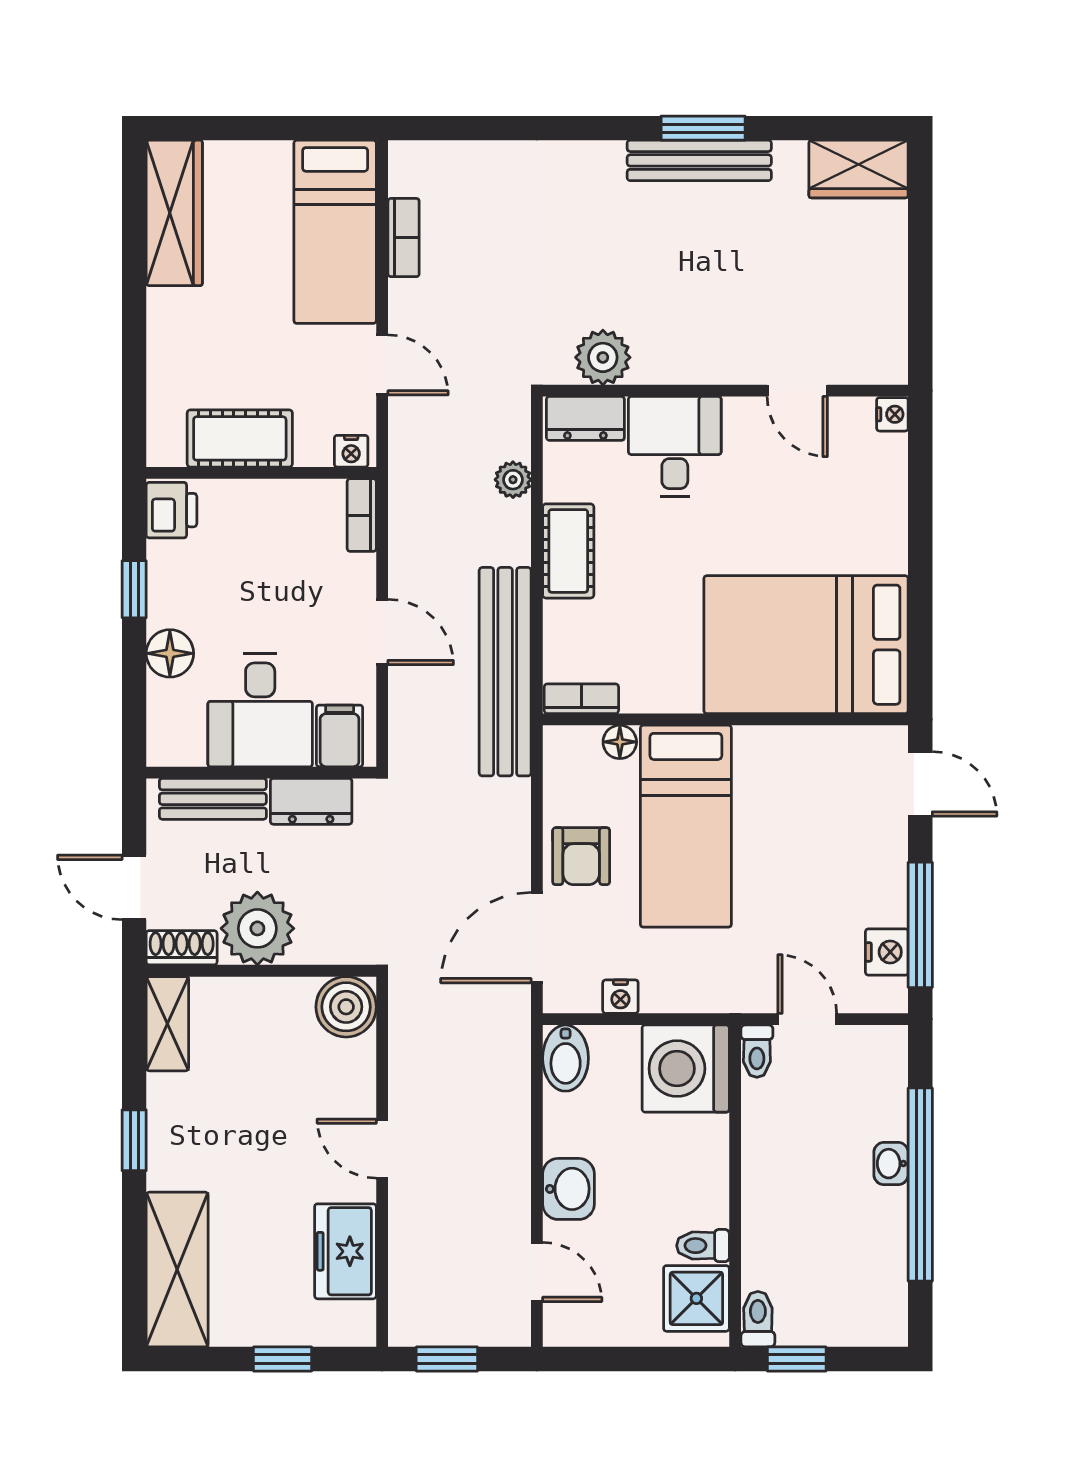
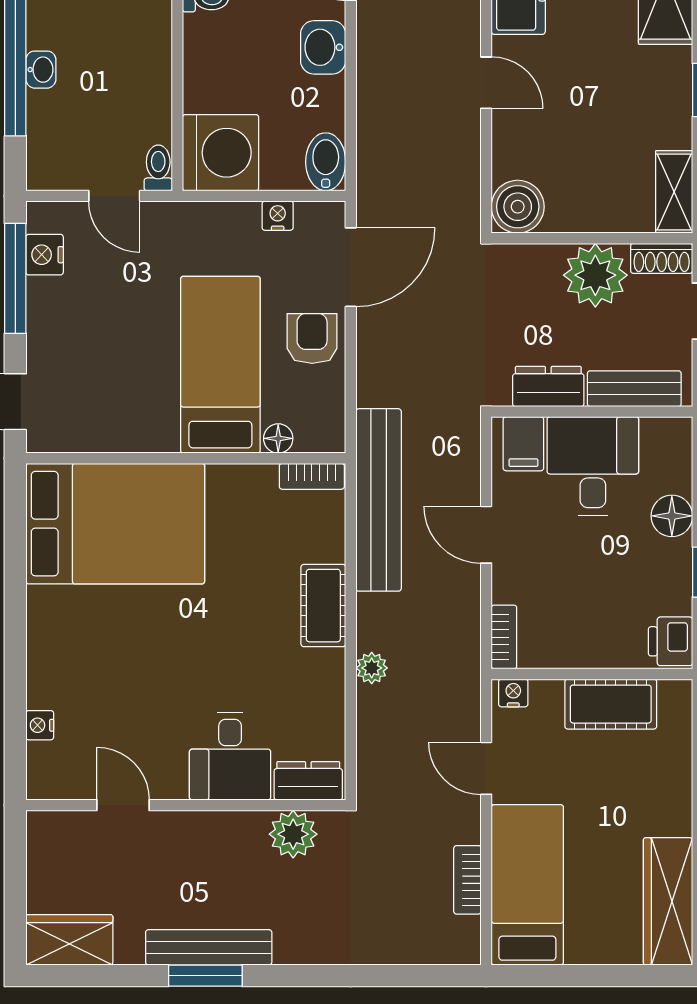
plant: (603, 357) -> (293, 834), moved
wall: (725, 391) -> (186, 805), moved
door: (797, 391) -> (123, 805), moved
dresser: (585, 418) -> (308, 781), moved
desk: (675, 447) -> (230, 756), moved

